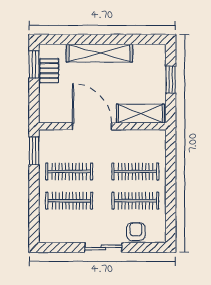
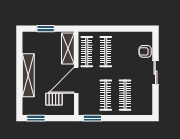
pallet: (49, 71) -> (54, 99), moved
clothes rail: (135, 201) -> (87, 52), moved

